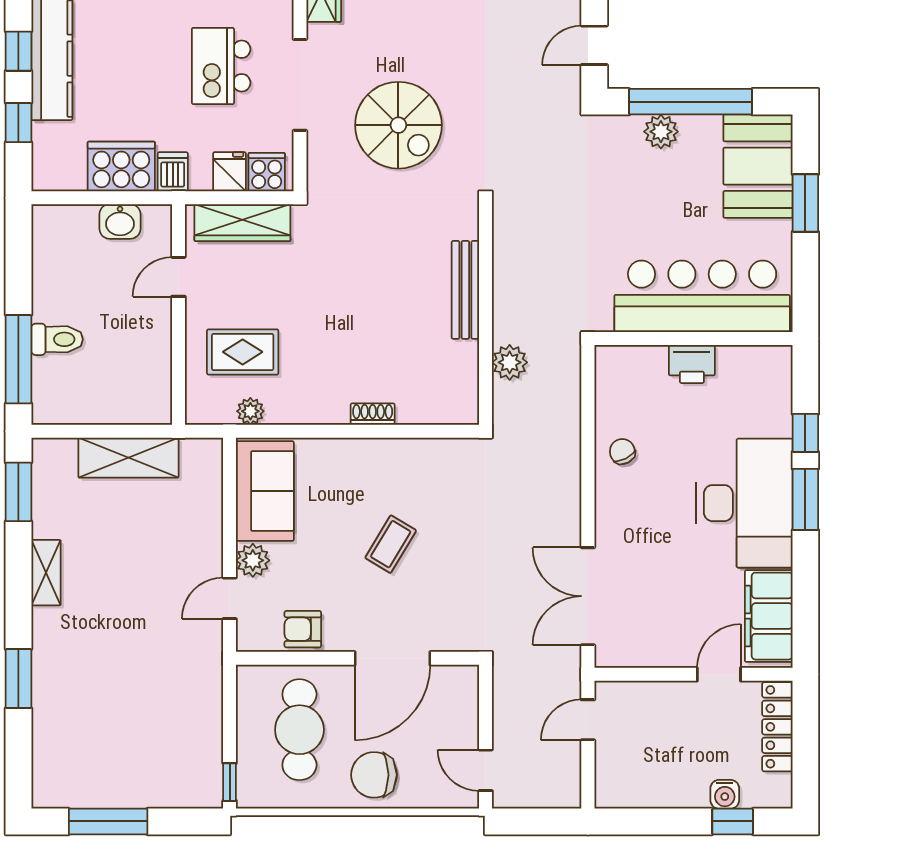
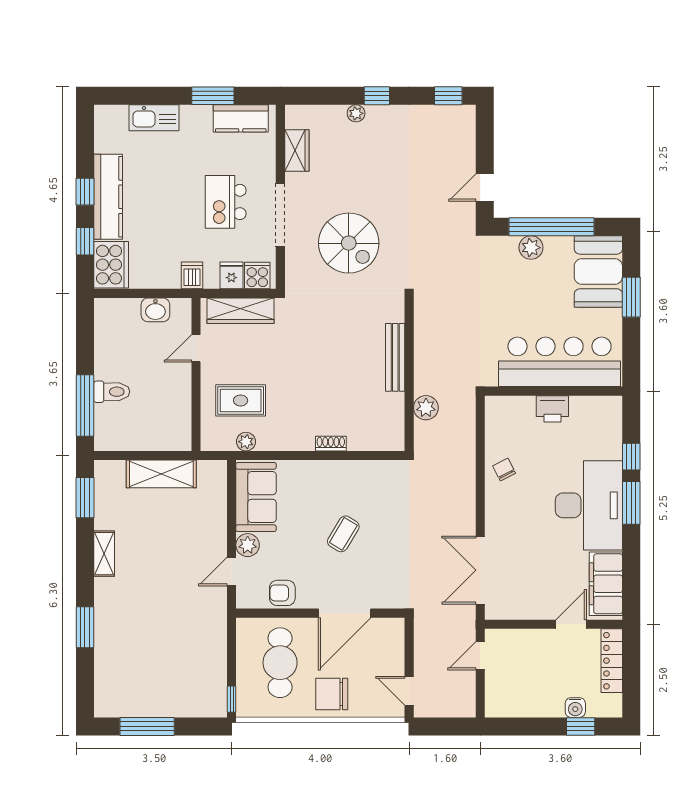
cooker: (121, 166) -> (111, 265), moved, turned 90

